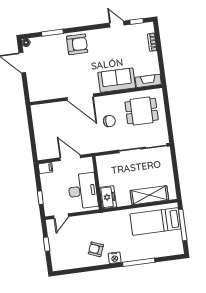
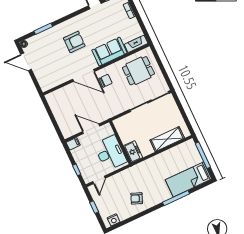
armchair: (77, 44) -> (74, 42), moved
chair: (109, 121) -> (105, 81), moved
bed: (155, 221) -> (188, 179), moved
nightstand: (115, 258) -> (114, 220), moved

